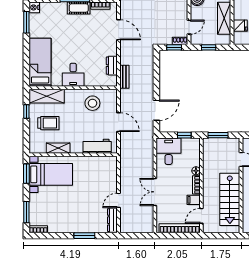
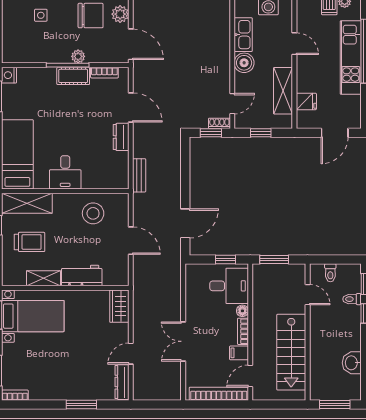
dresser: (112, 66) -> (121, 137), moved
workbench: (97, 146) -> (82, 275), moved
desk: (169, 151) -> (229, 286), moved, turned 90
wardrobe: (111, 167) -> (119, 306), added

